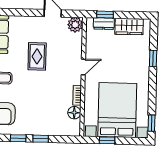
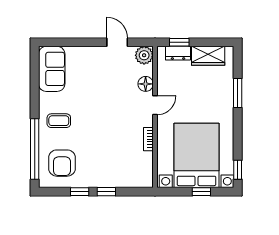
rug: (37, 56) -> (100, 94), removed
window: (153, 58) -> (238, 93), width x1.50
floor lamp: (74, 113) -> (146, 84), moved
window: (107, 140) -> (201, 192), moved

